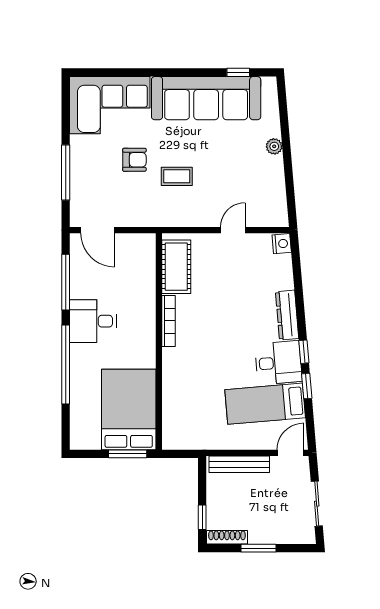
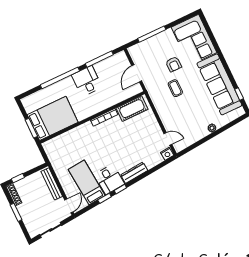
door: (98, 230) -> (137, 73), moved
door: (233, 230) -> (168, 139), moved
door: (290, 453) -> (69, 206), hinge flipped

